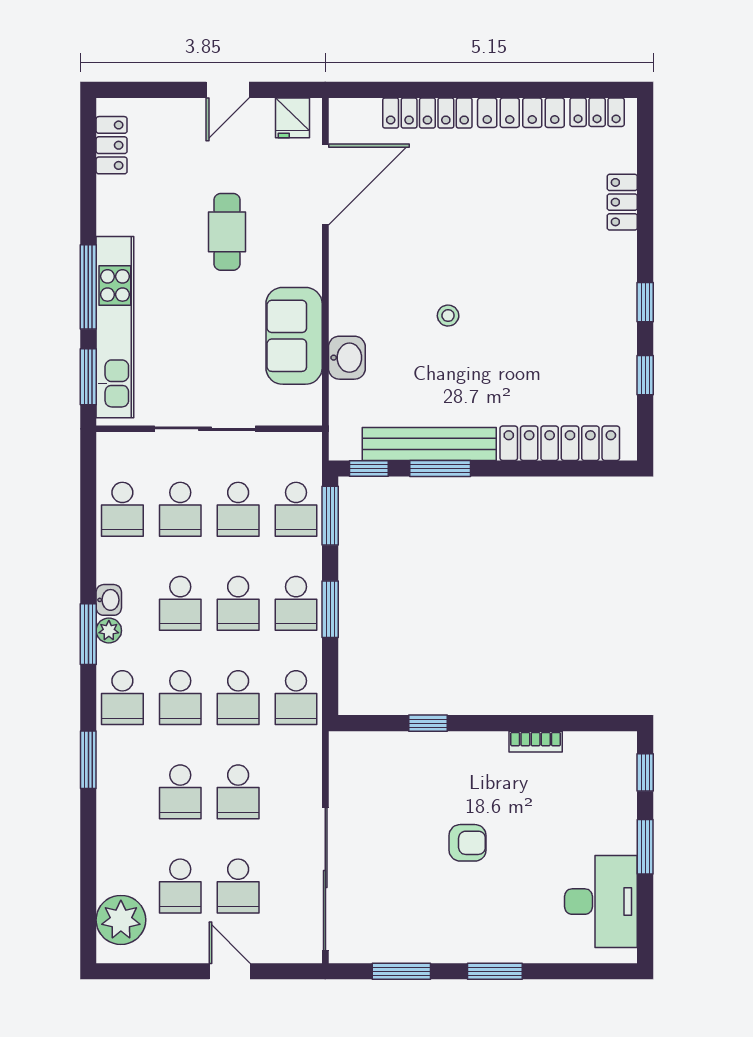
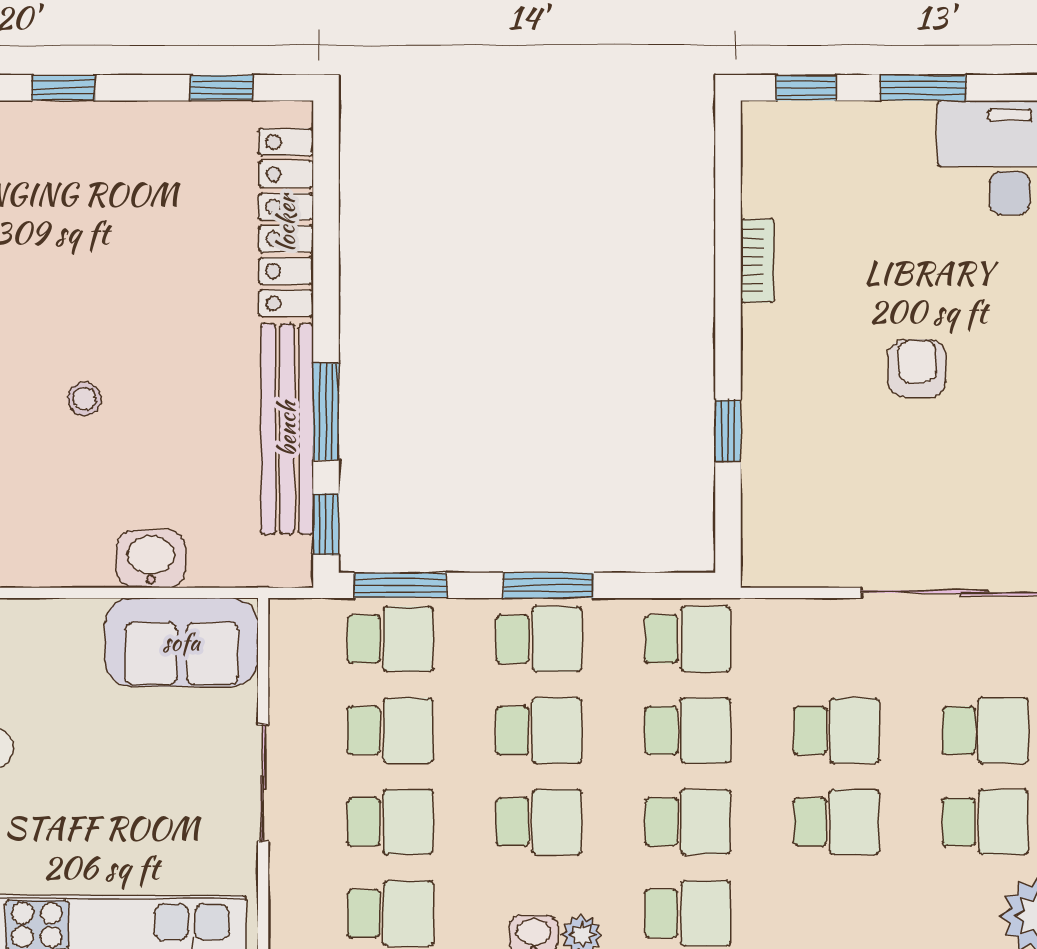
sofa: (294, 336) -> (181, 642), moved
window: (645, 375) -> (222, 88), moved
sliding door: (205, 429) -> (263, 783), width x0.73

